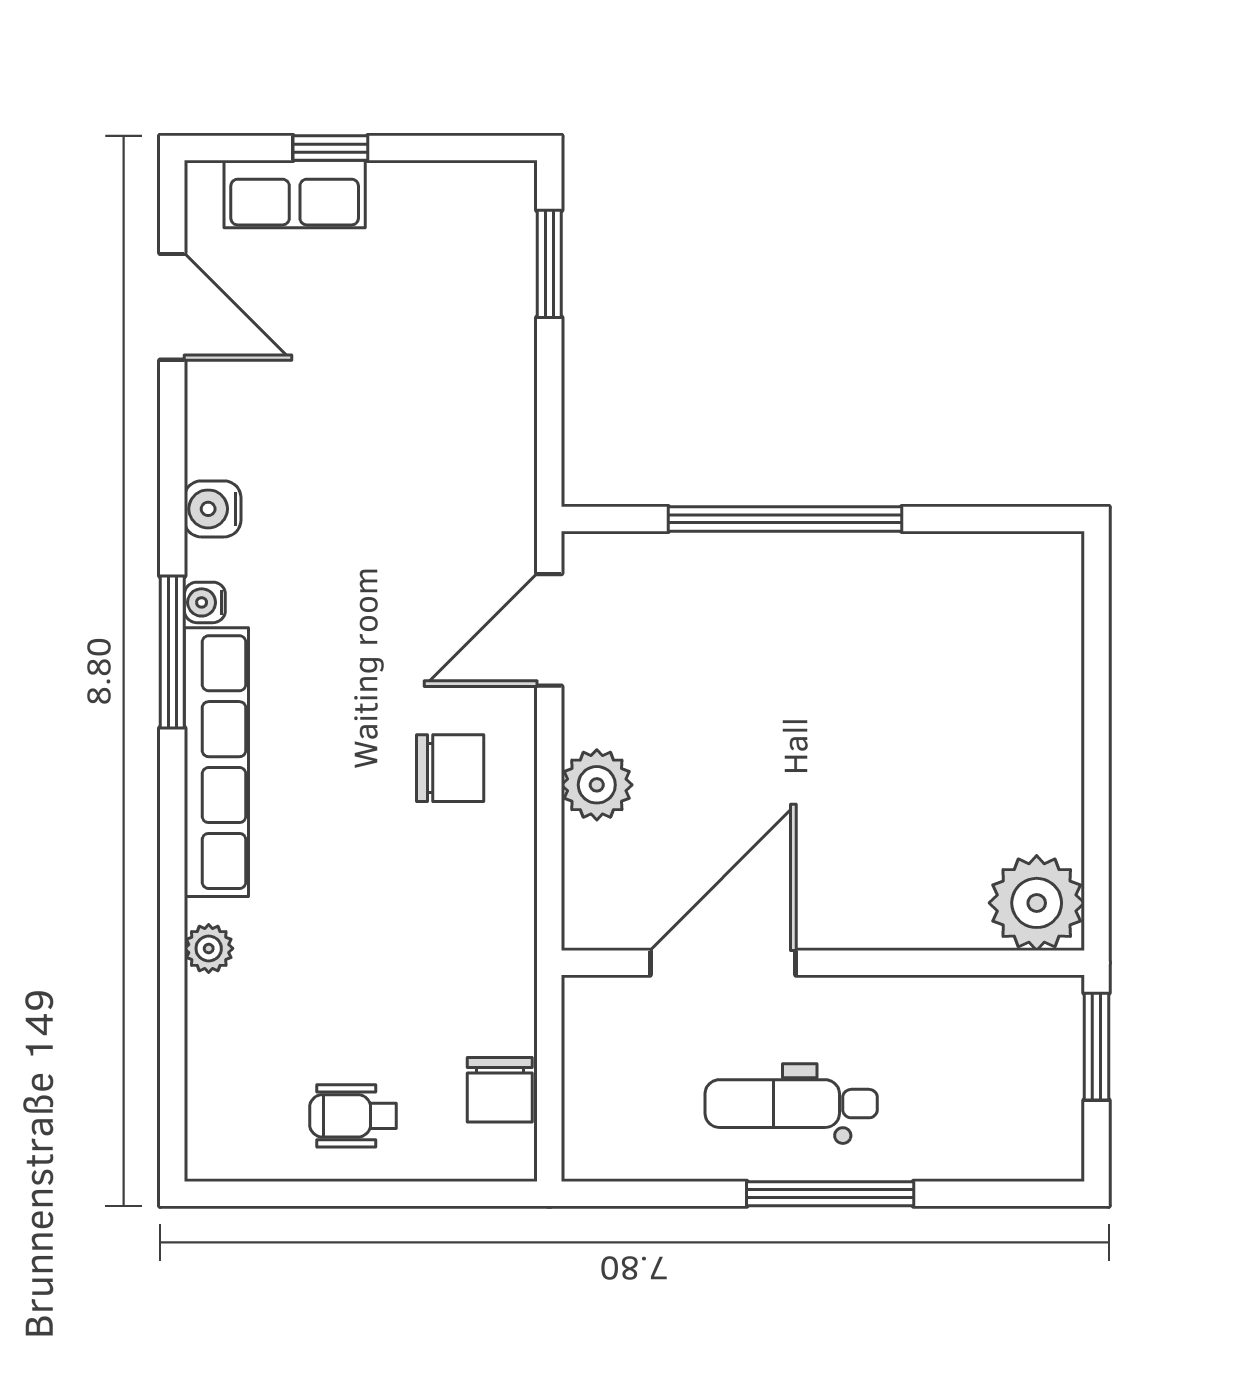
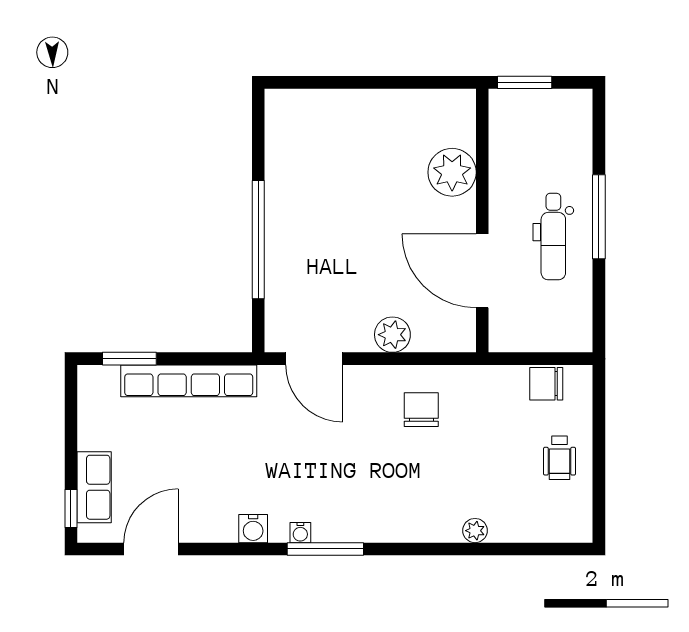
window: (330, 148) -> (71, 509), moved
row of seats: (216, 762) -> (189, 381), moved, turned 180
chair: (450, 768) -> (421, 410), moved
plant: (1037, 903) -> (452, 172), moved
chair: (500, 1090) -> (546, 384), turned 180

